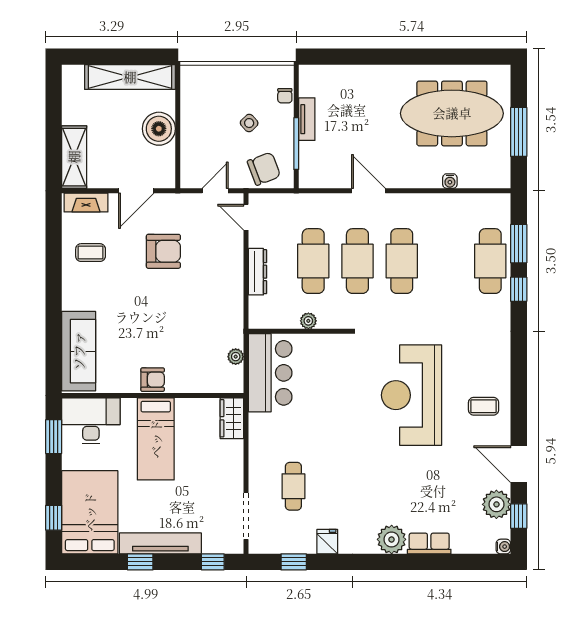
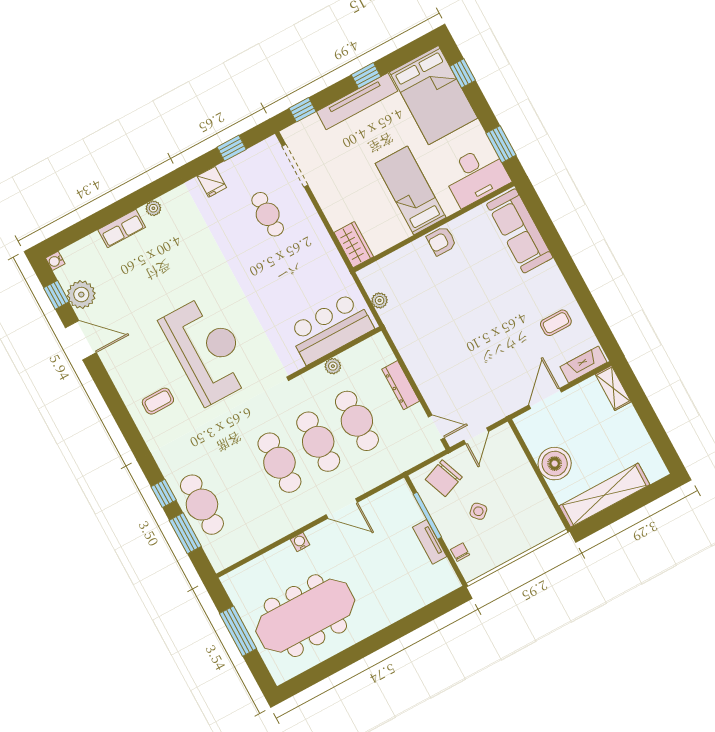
shelving: (74, 157) -> (613, 388), width x0.67, depth x0.75
water cooler: (450, 181) -> (300, 542), moved
armchair: (163, 251) -> (493, 358), removed
bar counter: (270, 373) -> (330, 328), moved, turned 90
coffee table: (484, 406) -> (158, 401), moved
plant: (392, 539) -> (153, 208), width x0.53, depth x0.53

